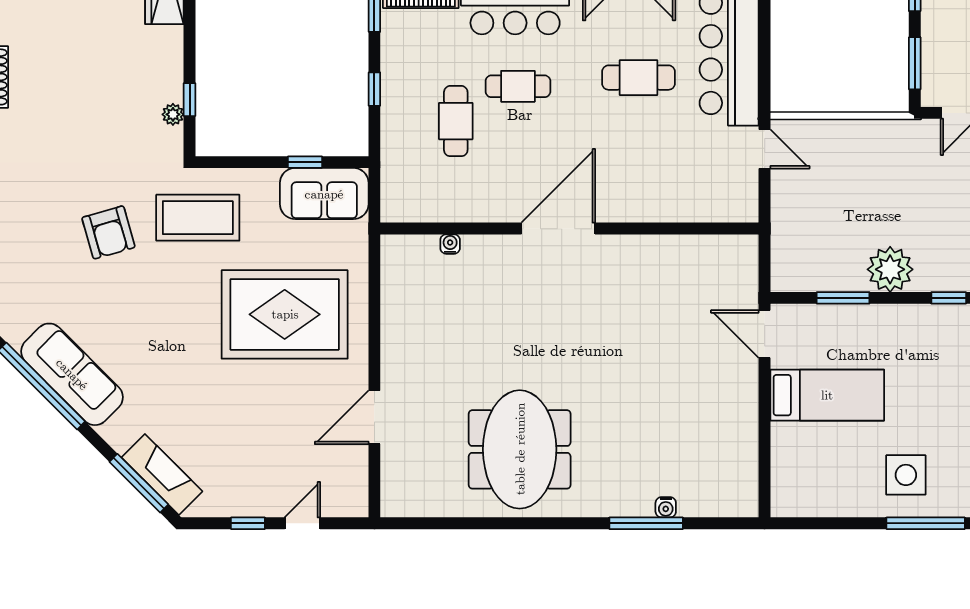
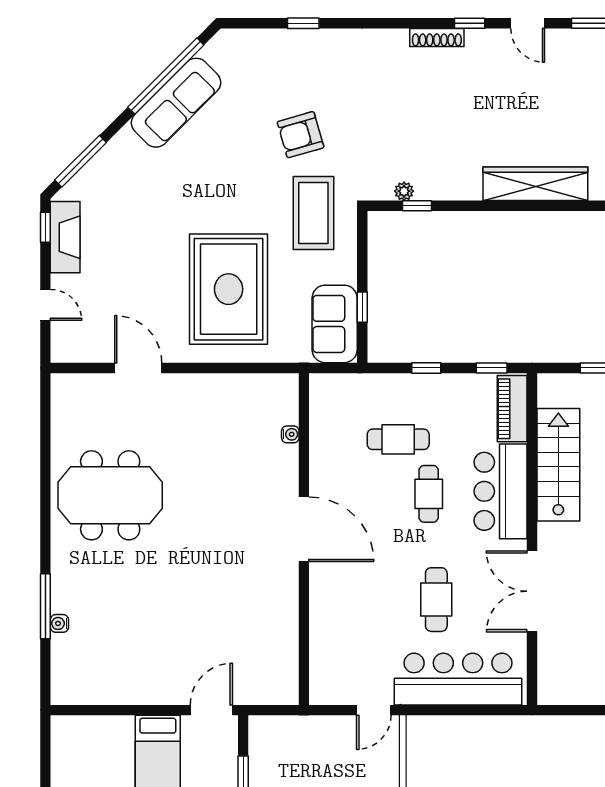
fireplace: (162, 474) -> (65, 237), moved, turned -45
window: (248, 523) -> (45, 227), moved

